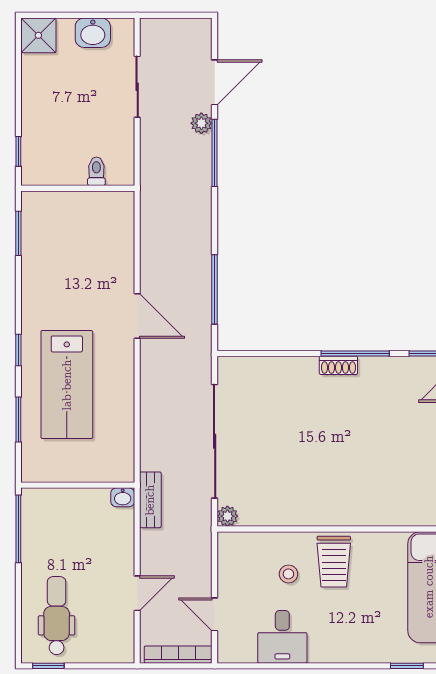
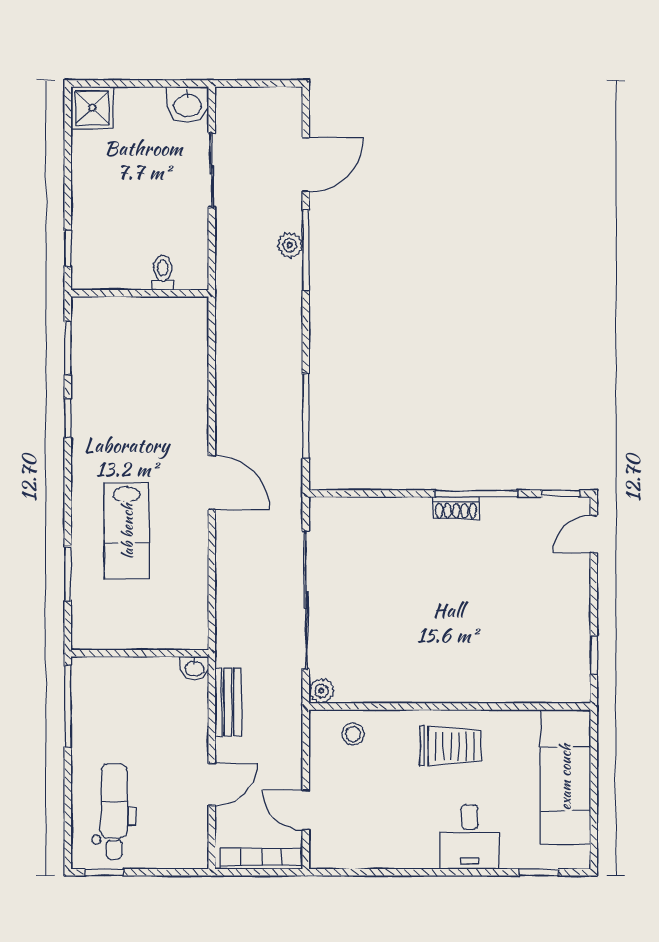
washbasin: (93, 33) -> (187, 105), moved
plant: (201, 123) -> (290, 245), moved
door: (137, 316) -> (212, 483), moved
window: (18, 350) -> (68, 418), moved
lab bench: (67, 385) -> (127, 531), width x0.73, depth x0.72
bench: (150, 500) -> (228, 702), moved
trolley: (334, 562) -> (450, 746), turned -90
stool: (288, 574) -> (353, 734), moved
desk: (282, 637) -> (469, 837), moved

